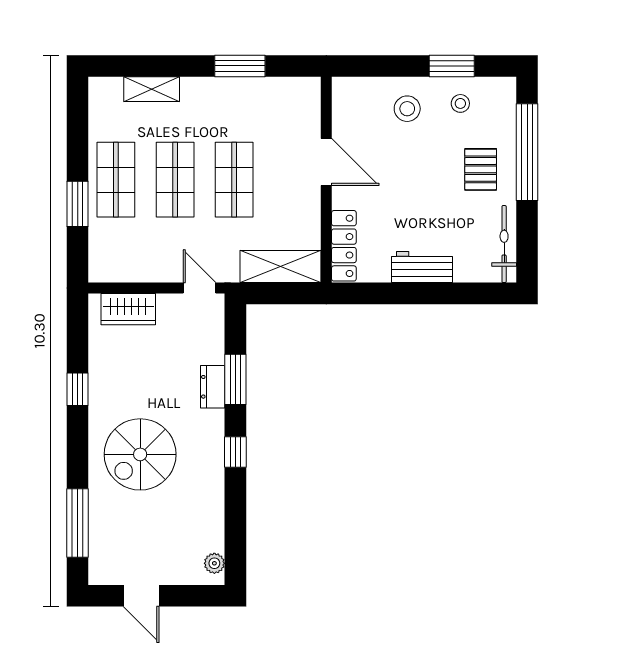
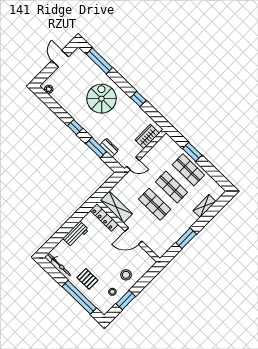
shelving: (281, 267) -> (116, 207), moved, turned 90
dresser: (213, 387) -> (109, 147), moved
door: (141, 596) -> (60, 59), hinge flipped

